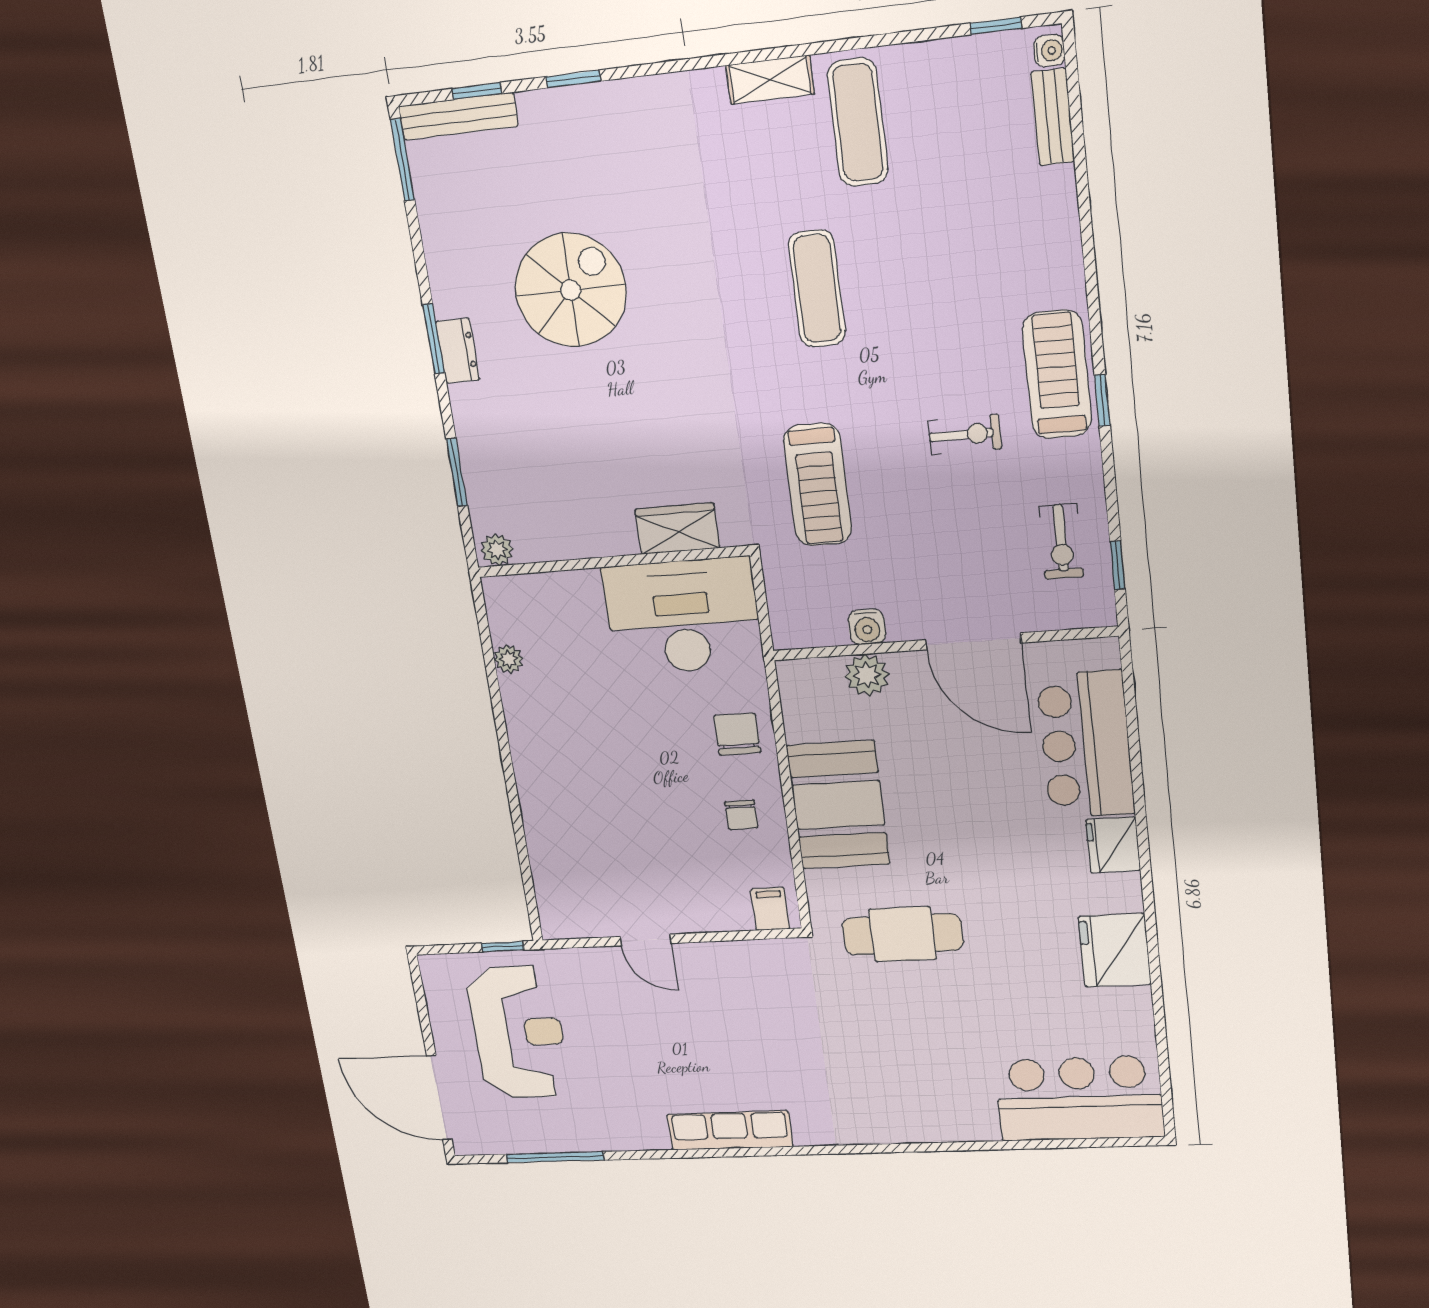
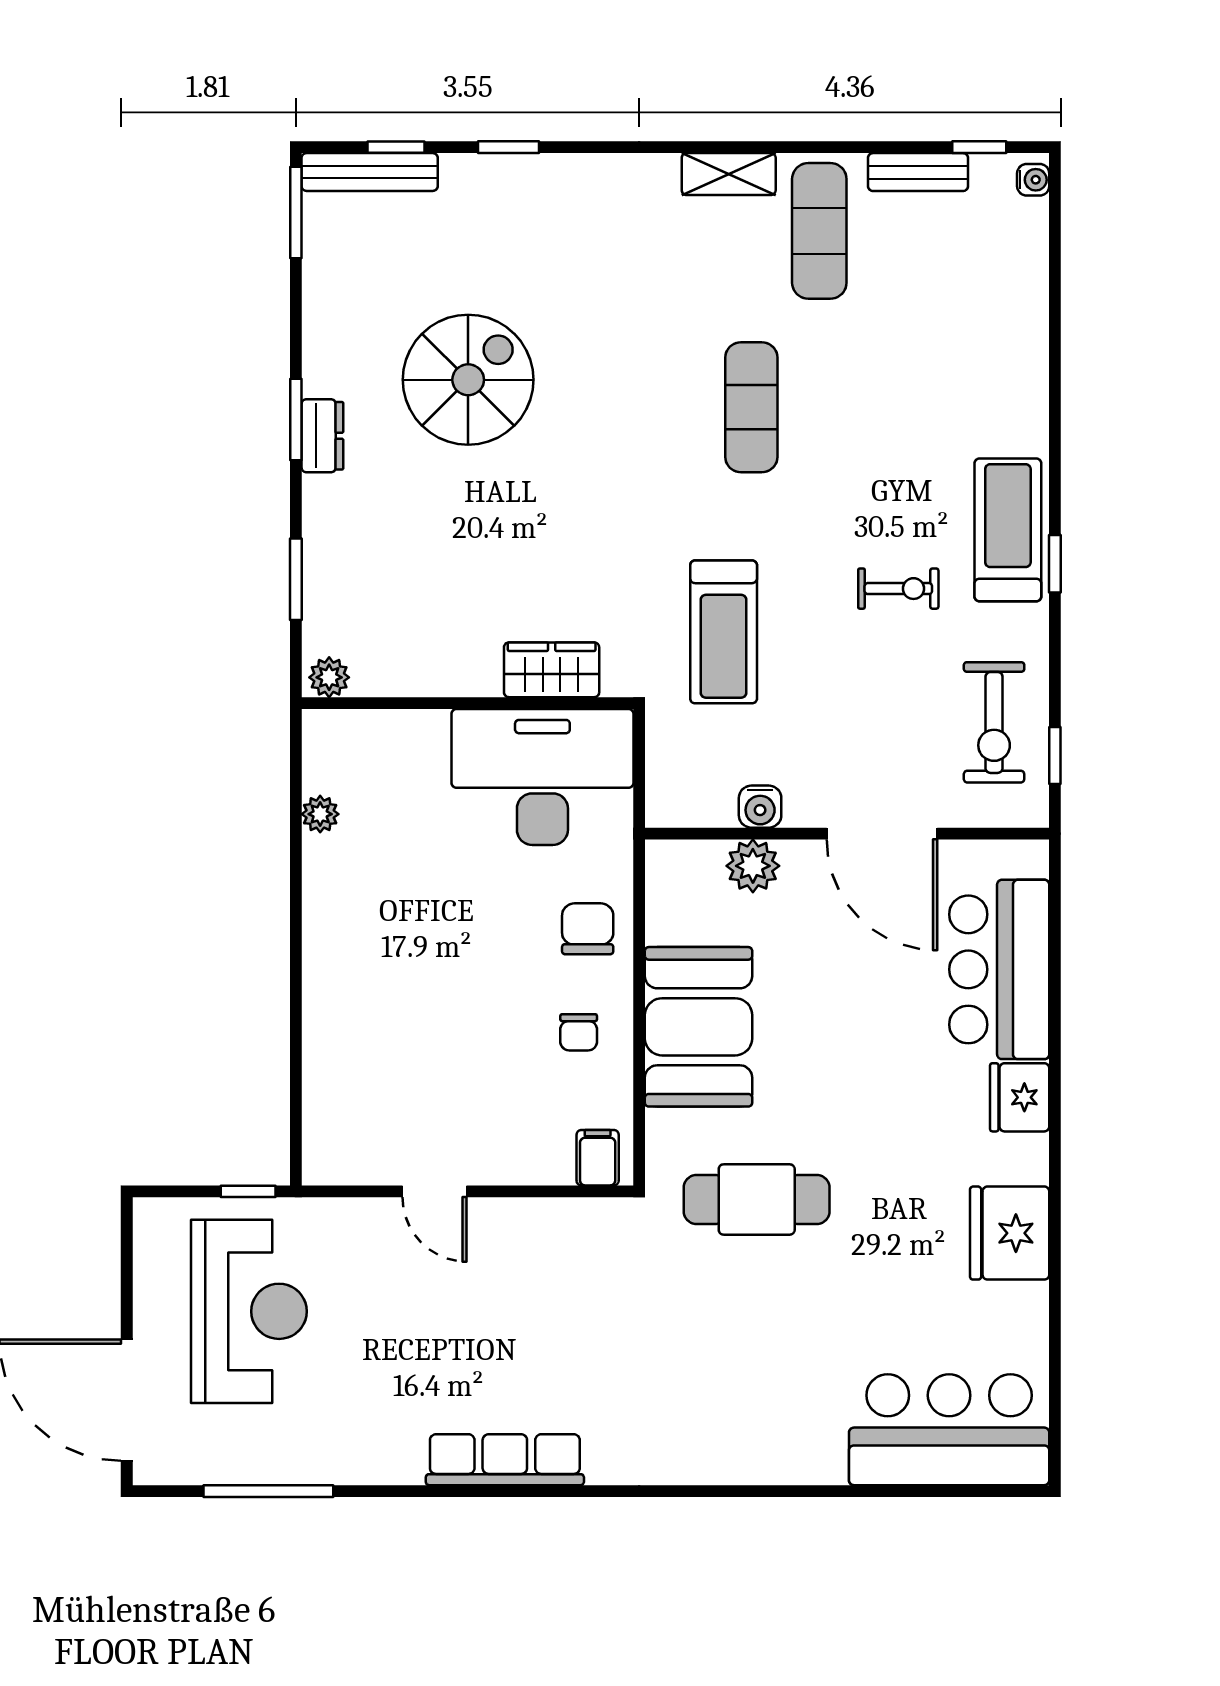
bench: (1053, 117) -> (918, 172), moved, turned 90
exercise bike: (1061, 542) -> (994, 722), width x1.38, depth x1.39

